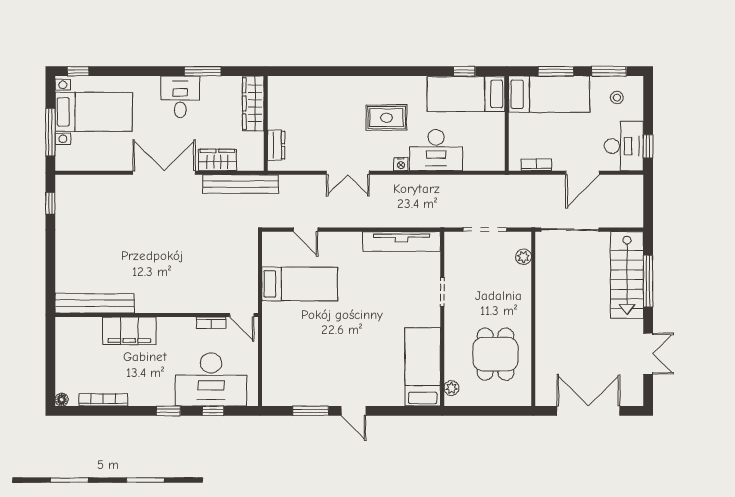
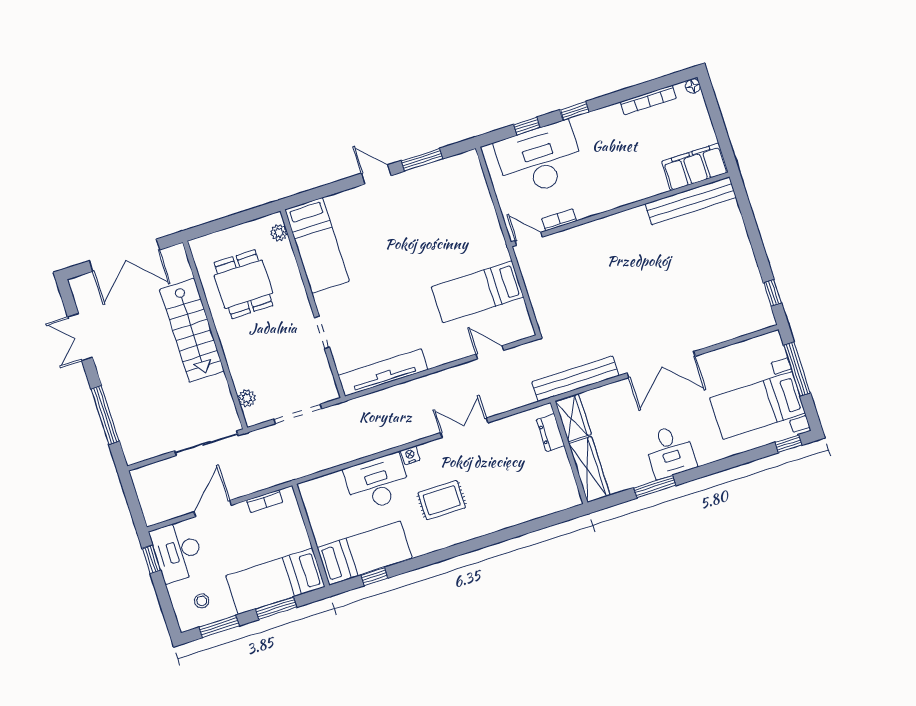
wardrobe: (217, 160) -> (573, 418), moved, turned -90
stairs: (627, 275) -> (192, 330), moved, turned 180
filing cabinet: (129, 331) -> (695, 167), moved

